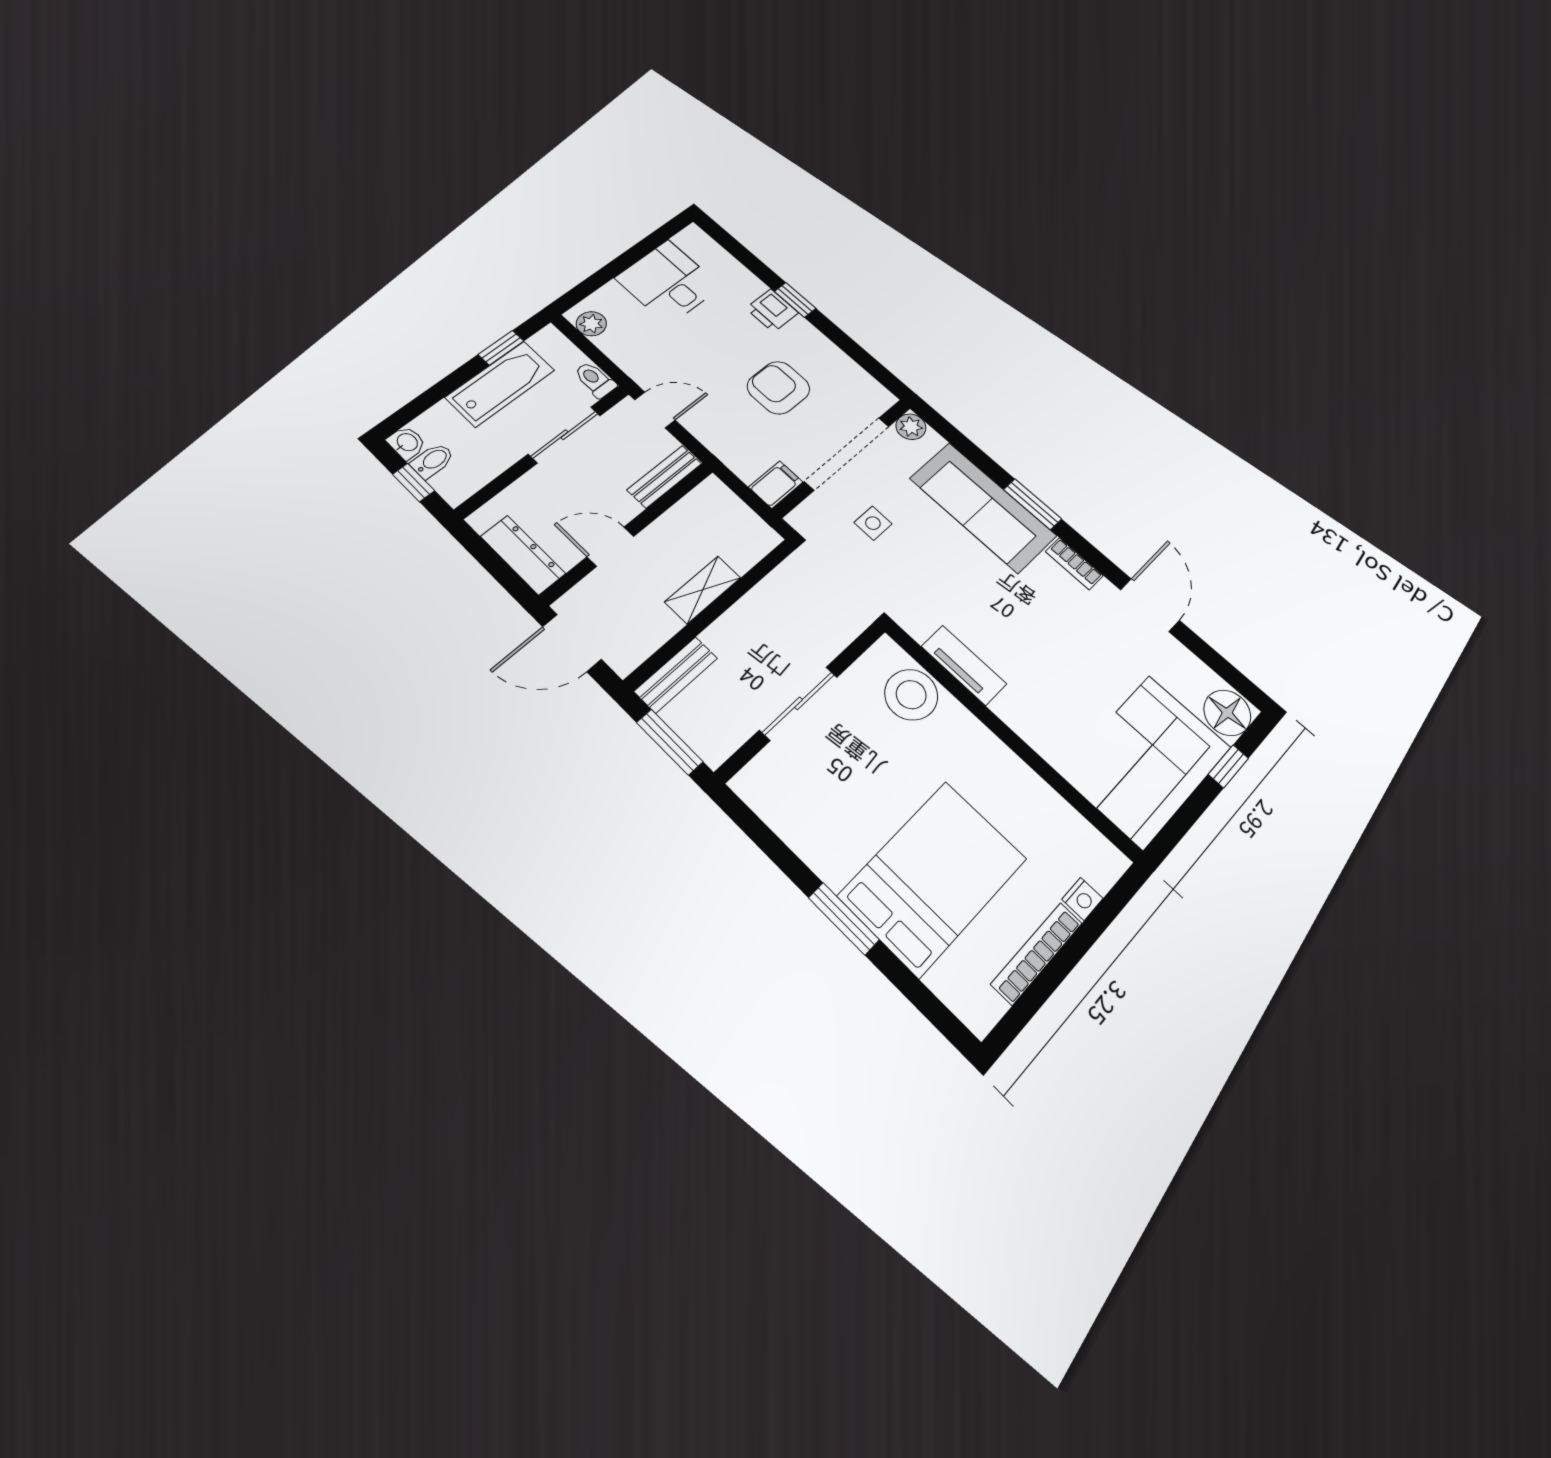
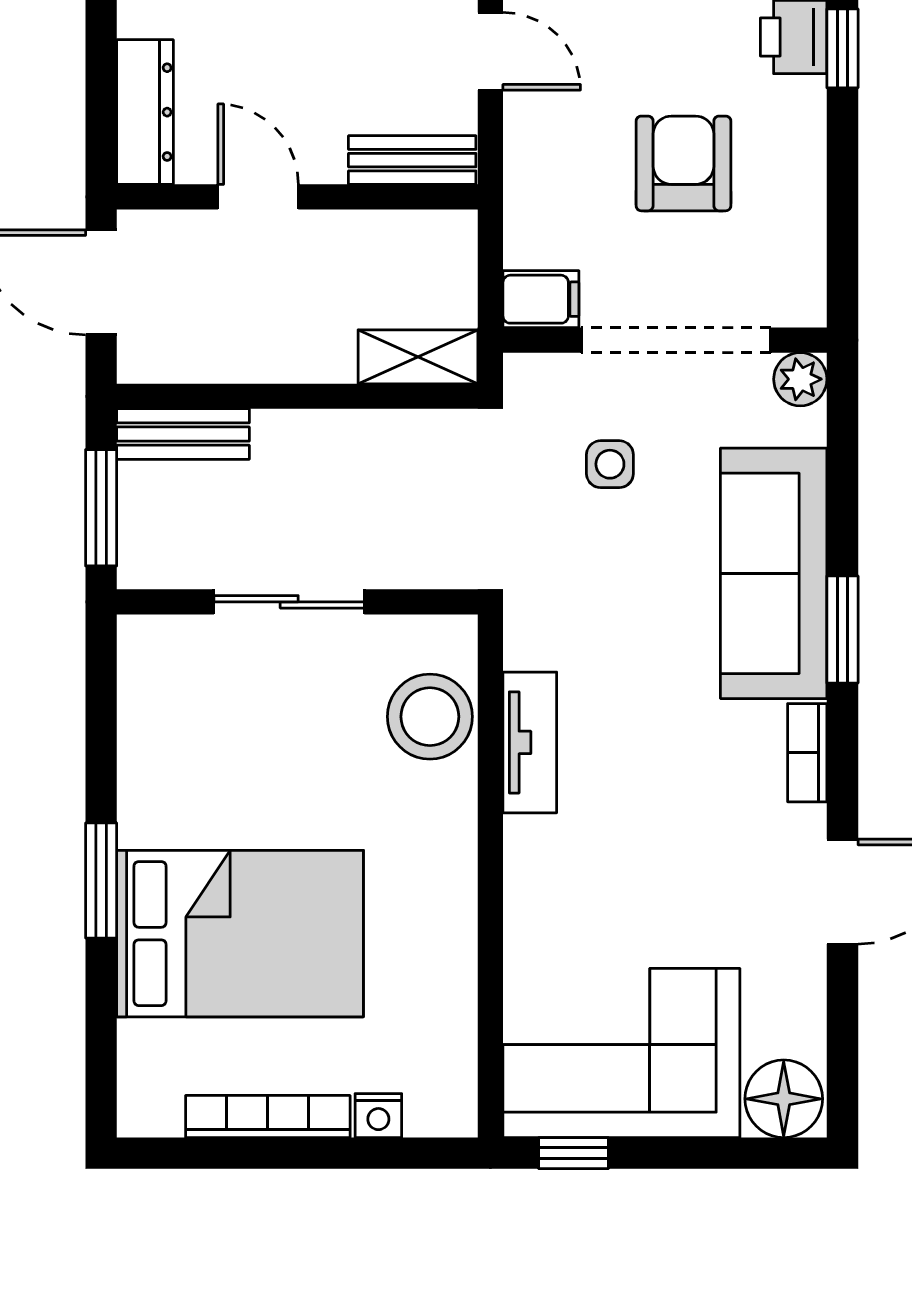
shelving: (703, 590) -> (418, 357), moved
window: (1228, 766) -> (573, 1153), moved

